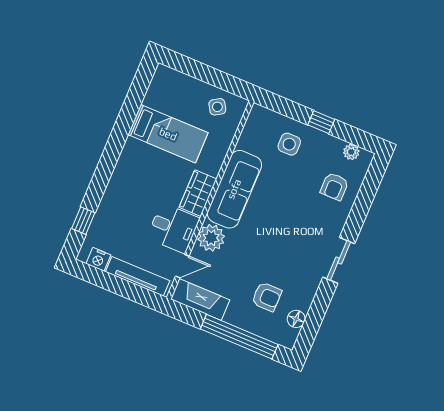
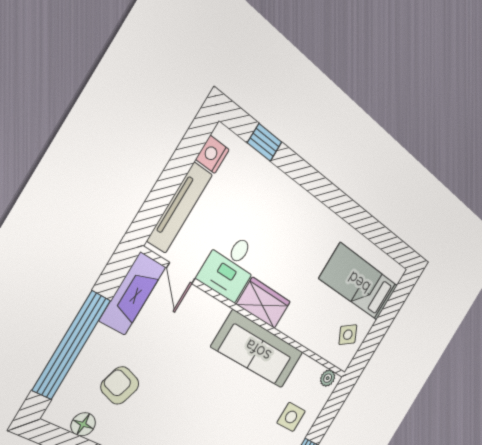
bed: (168, 134) -> (359, 282), moved, turned 90
plant: (211, 238) -> (328, 378), moved, width x0.53, depth x0.53
armchair: (267, 297) -> (120, 385), turned 108

